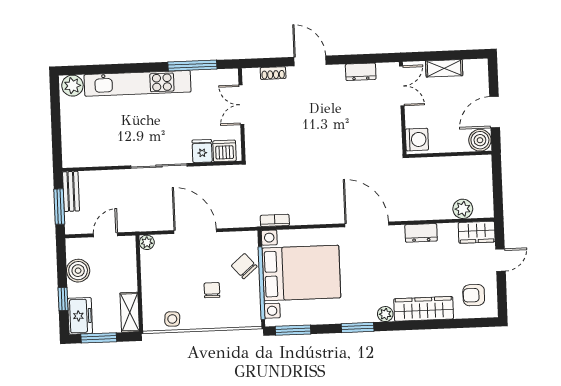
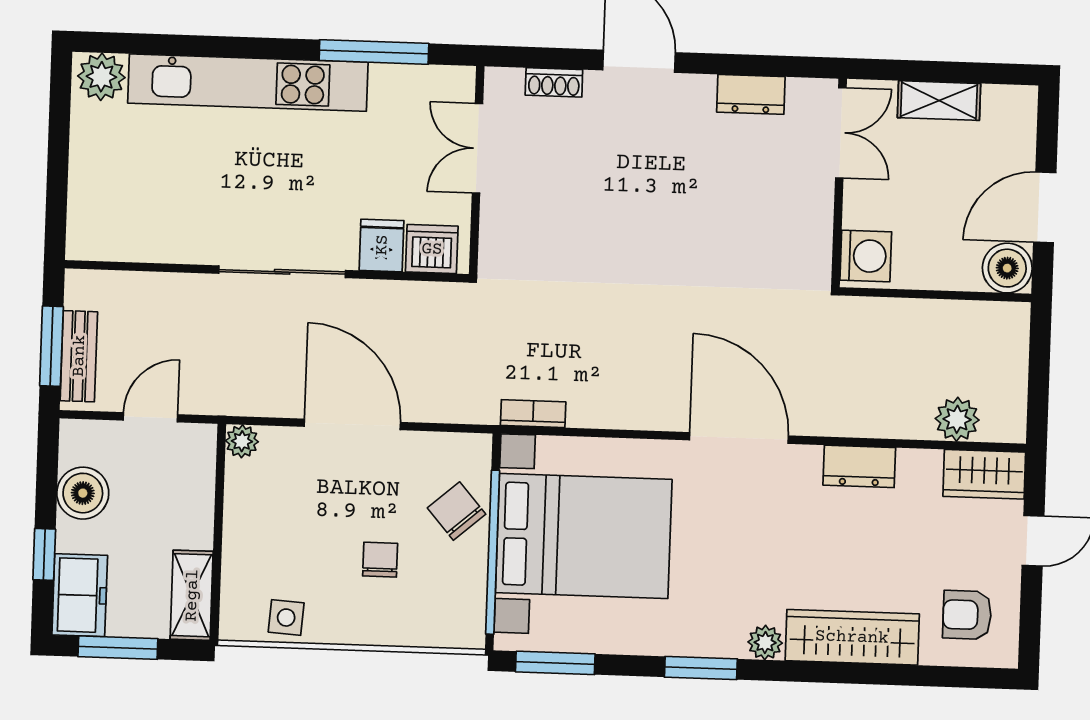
bench: (71, 191) -> (79, 356), moved

